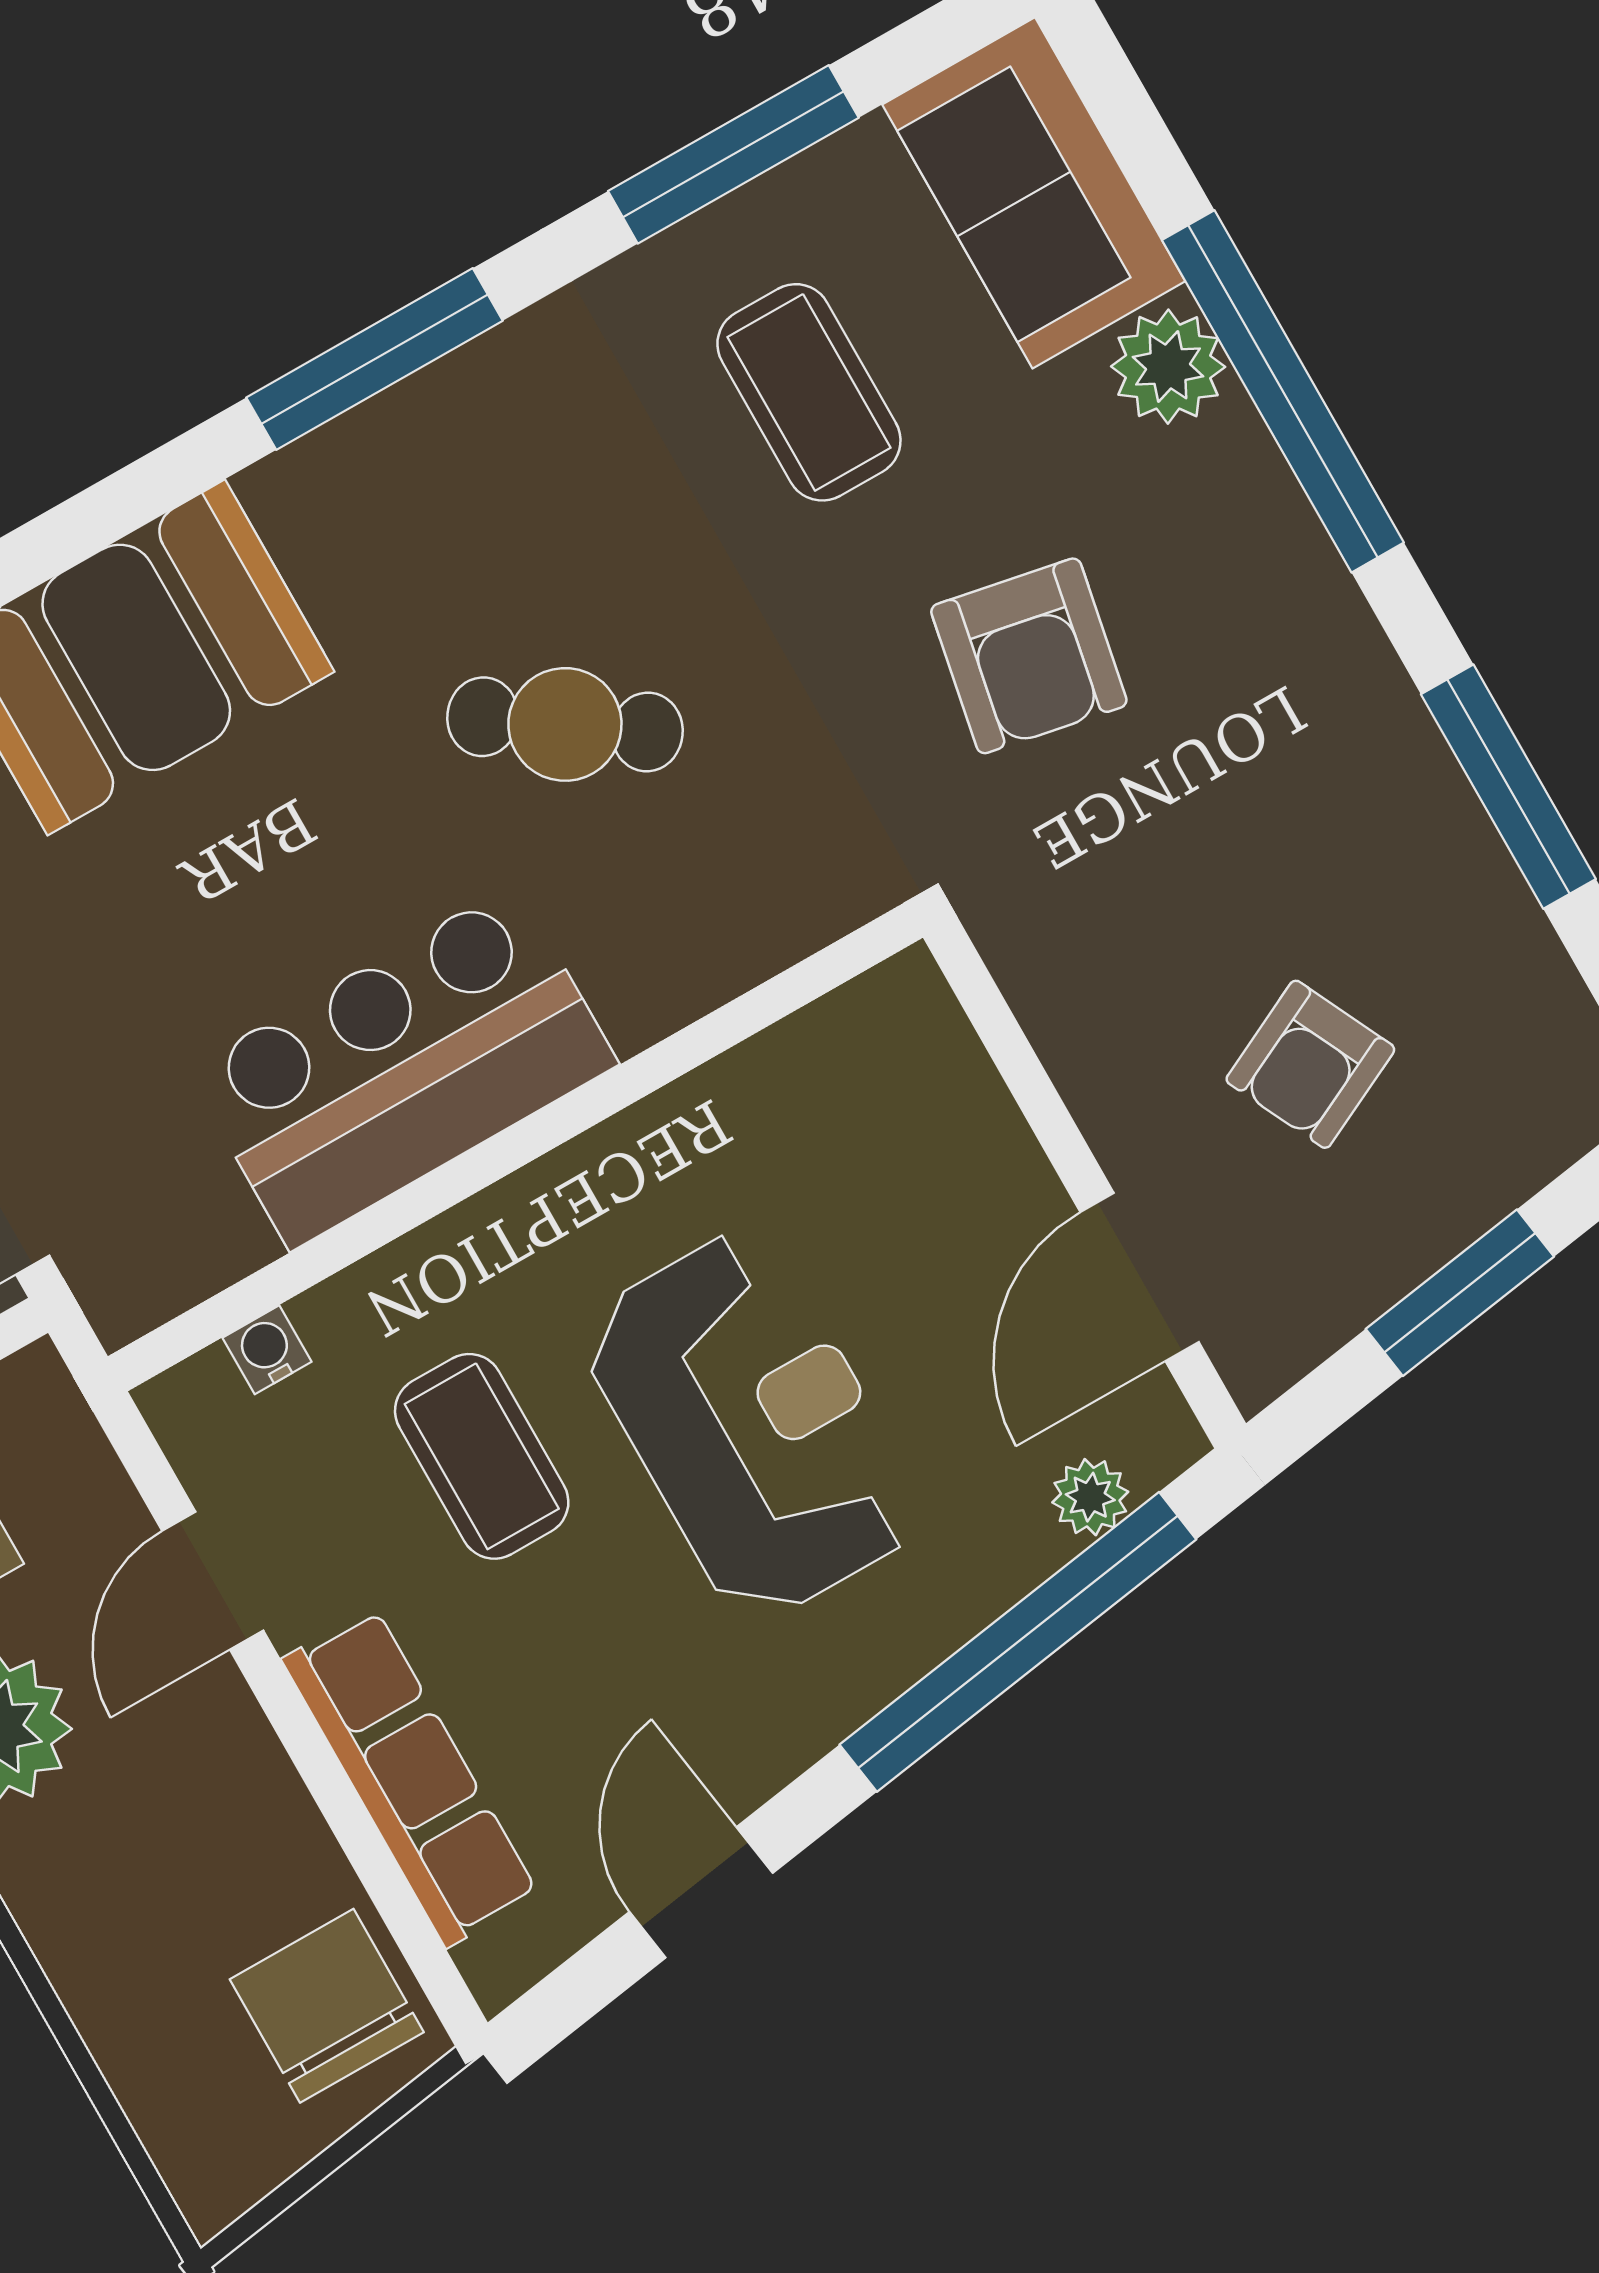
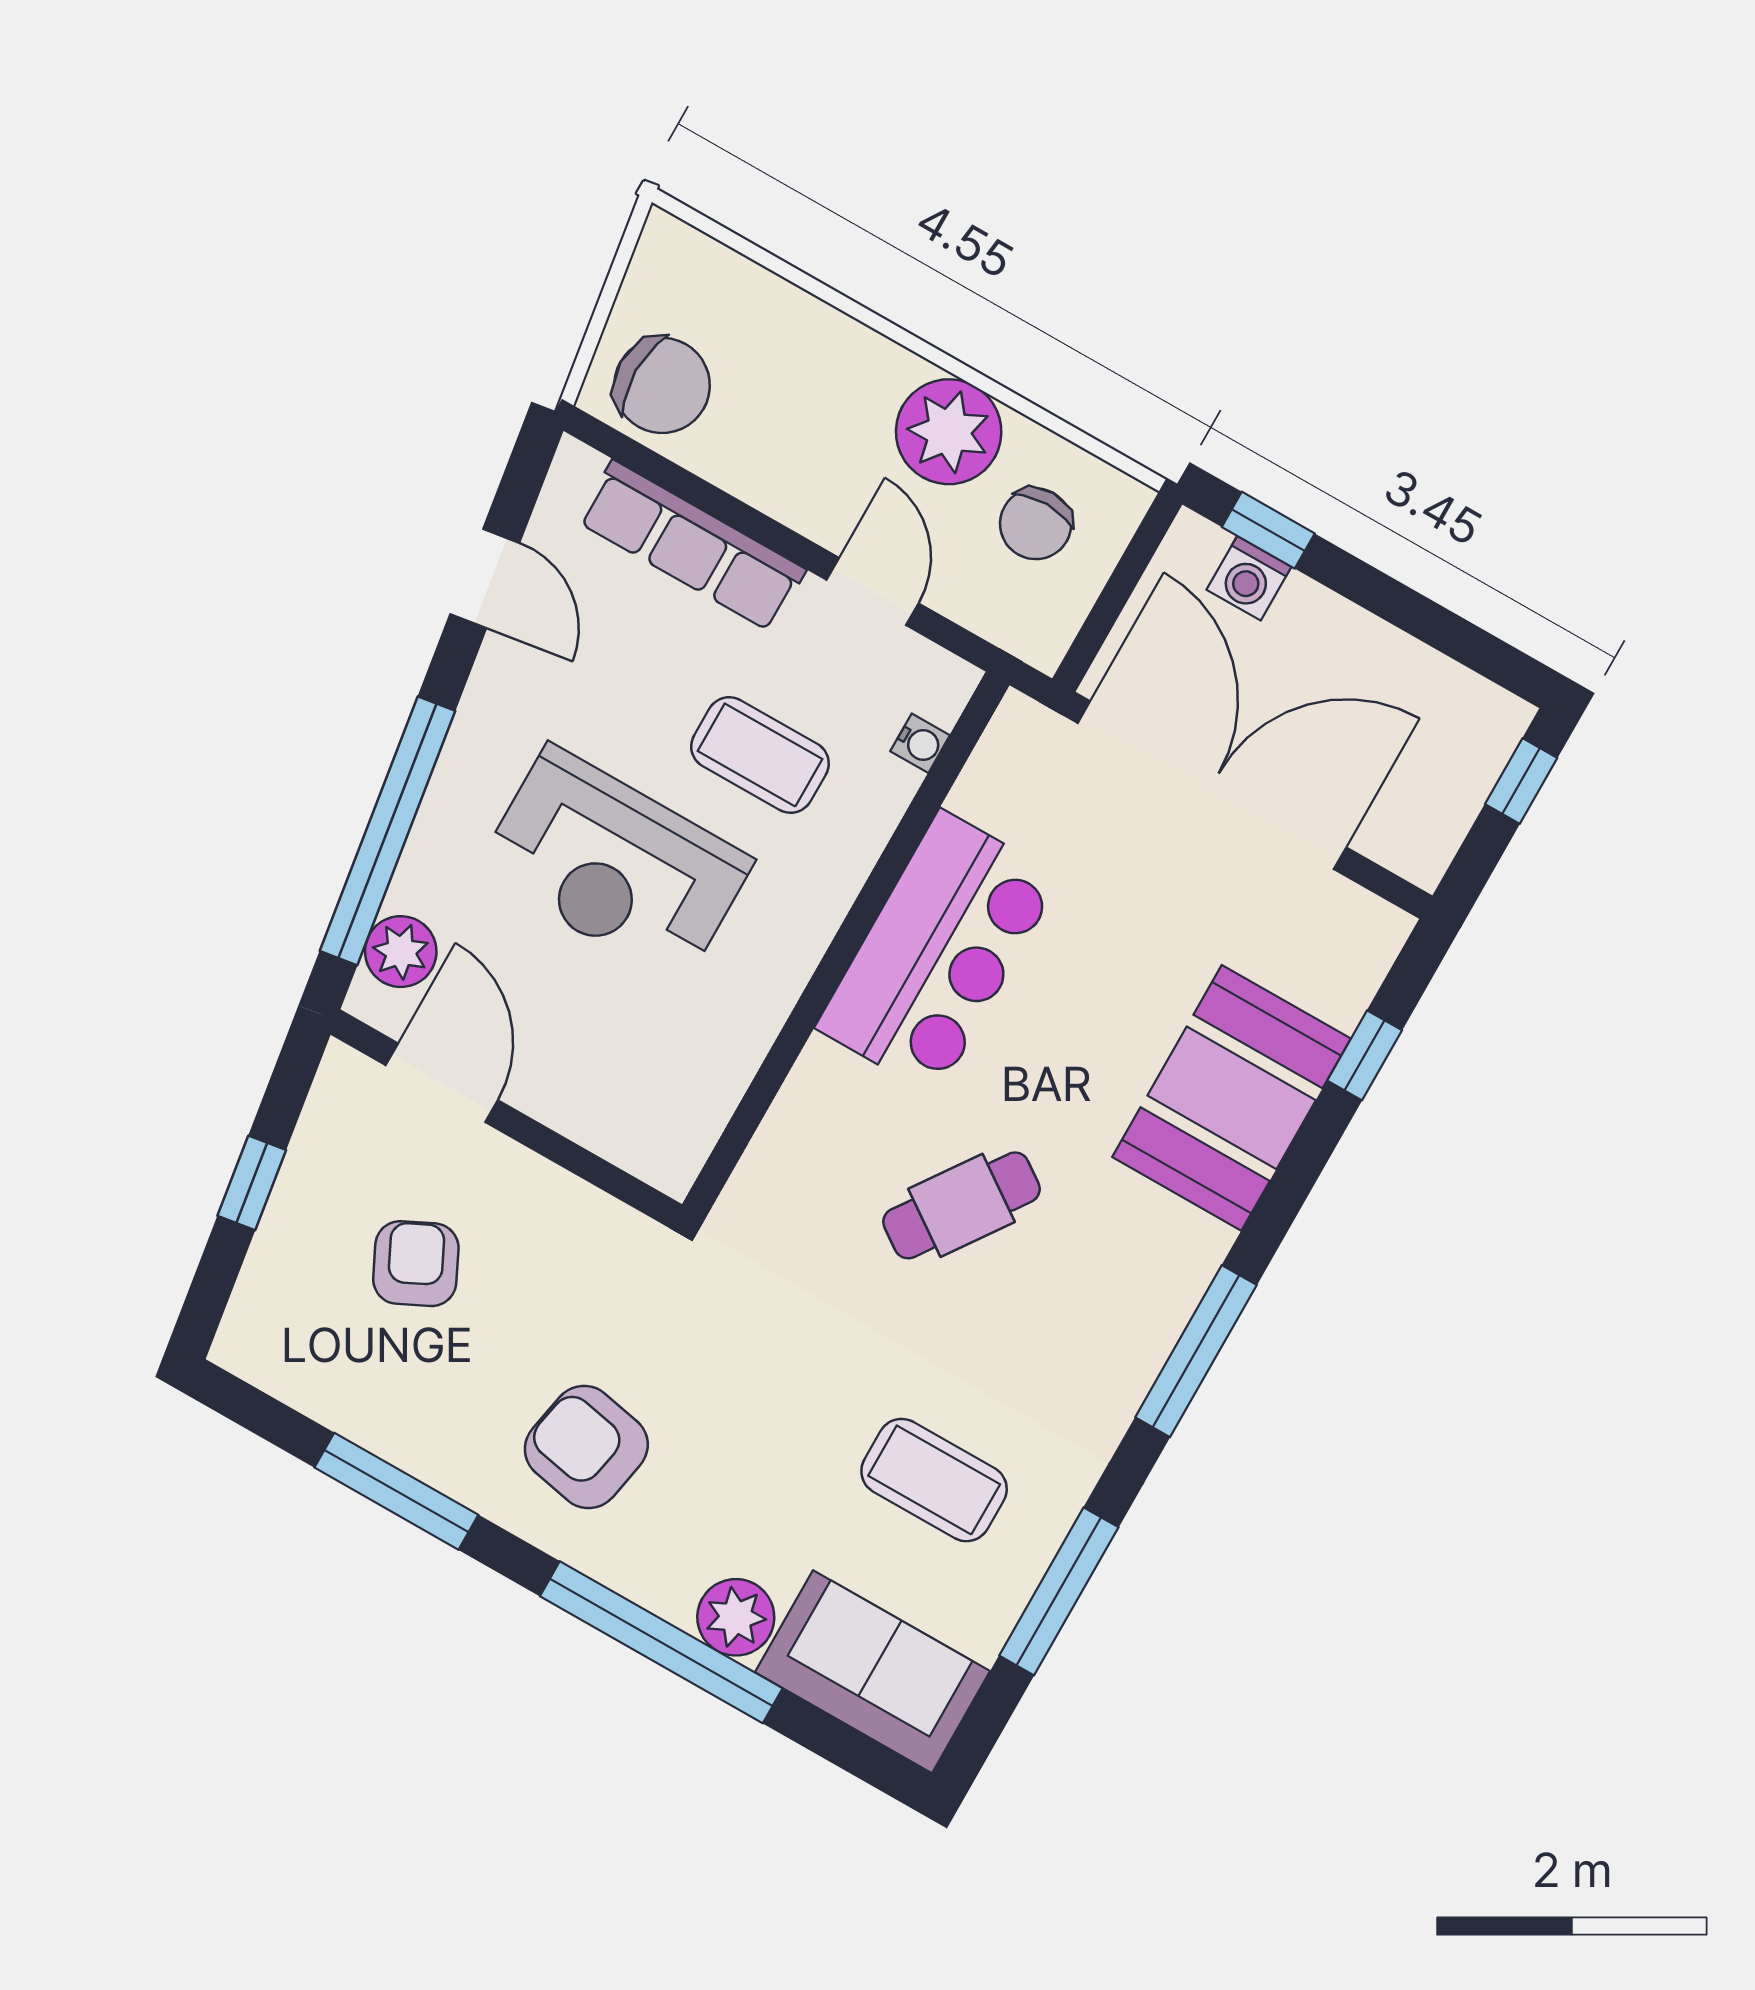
armchair: (1029, 656) -> (586, 1447), moved
window: (1460, 1293) -> (252, 1183), width x0.67
plant: (1090, 1497) -> (401, 952), width x1.38, depth x1.38

